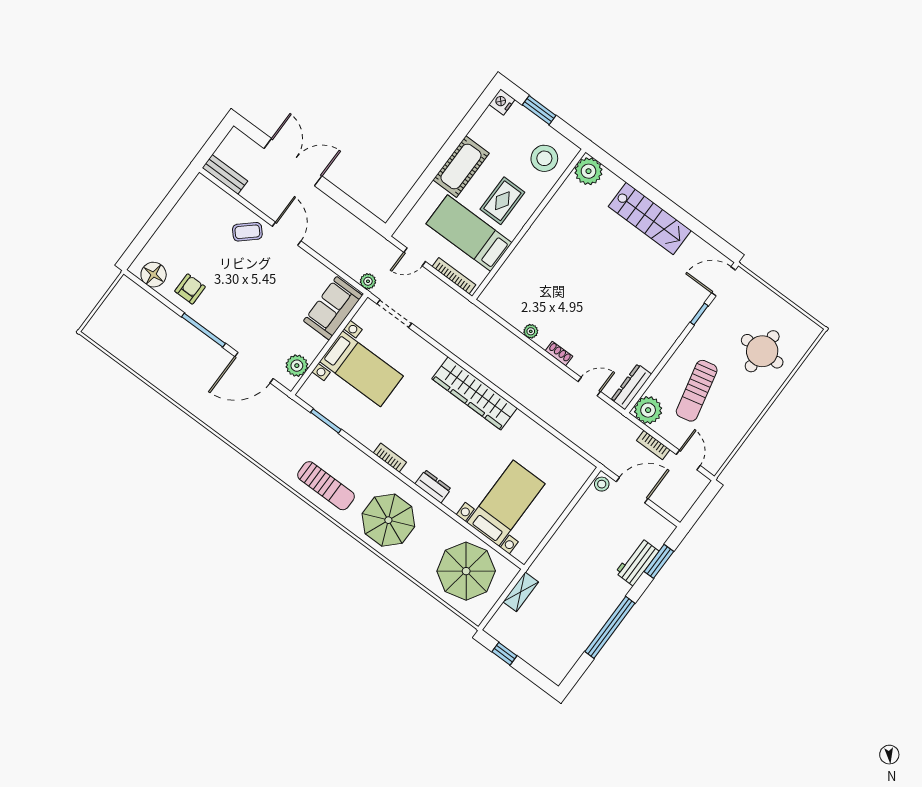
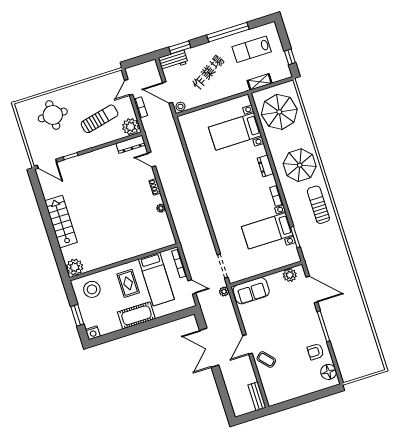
double door: (293, 162) -> (209, 348), moved
rug: (502, 201) -> (128, 283), turned 90
bed with nightstands: (361, 369) -> (267, 231), moved, turned -90
wardrobe: (474, 393) -> (211, 197), removed
workbench: (637, 562) -> (173, 61), moved
lab bench: (562, 627) -> (252, 49), added

